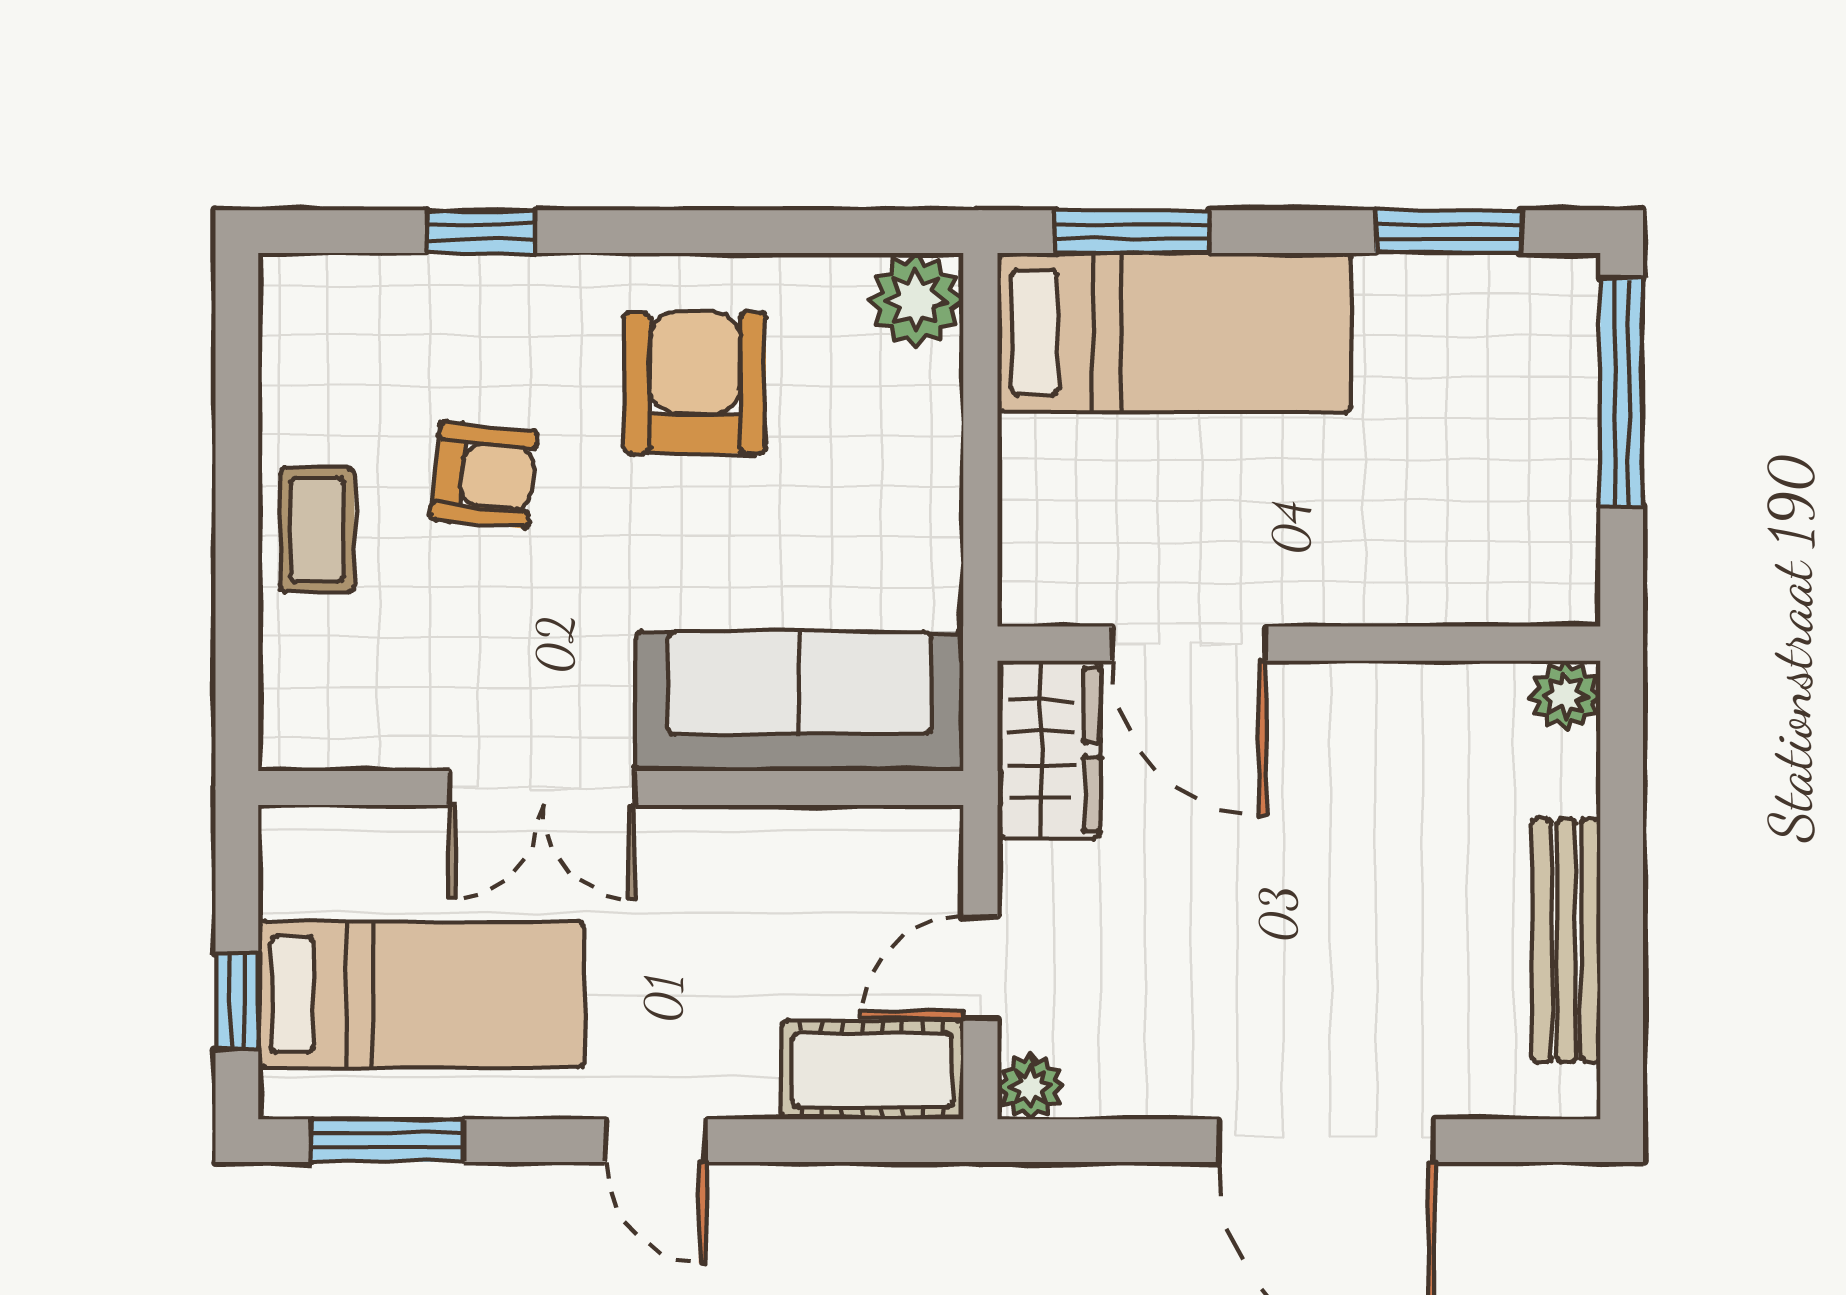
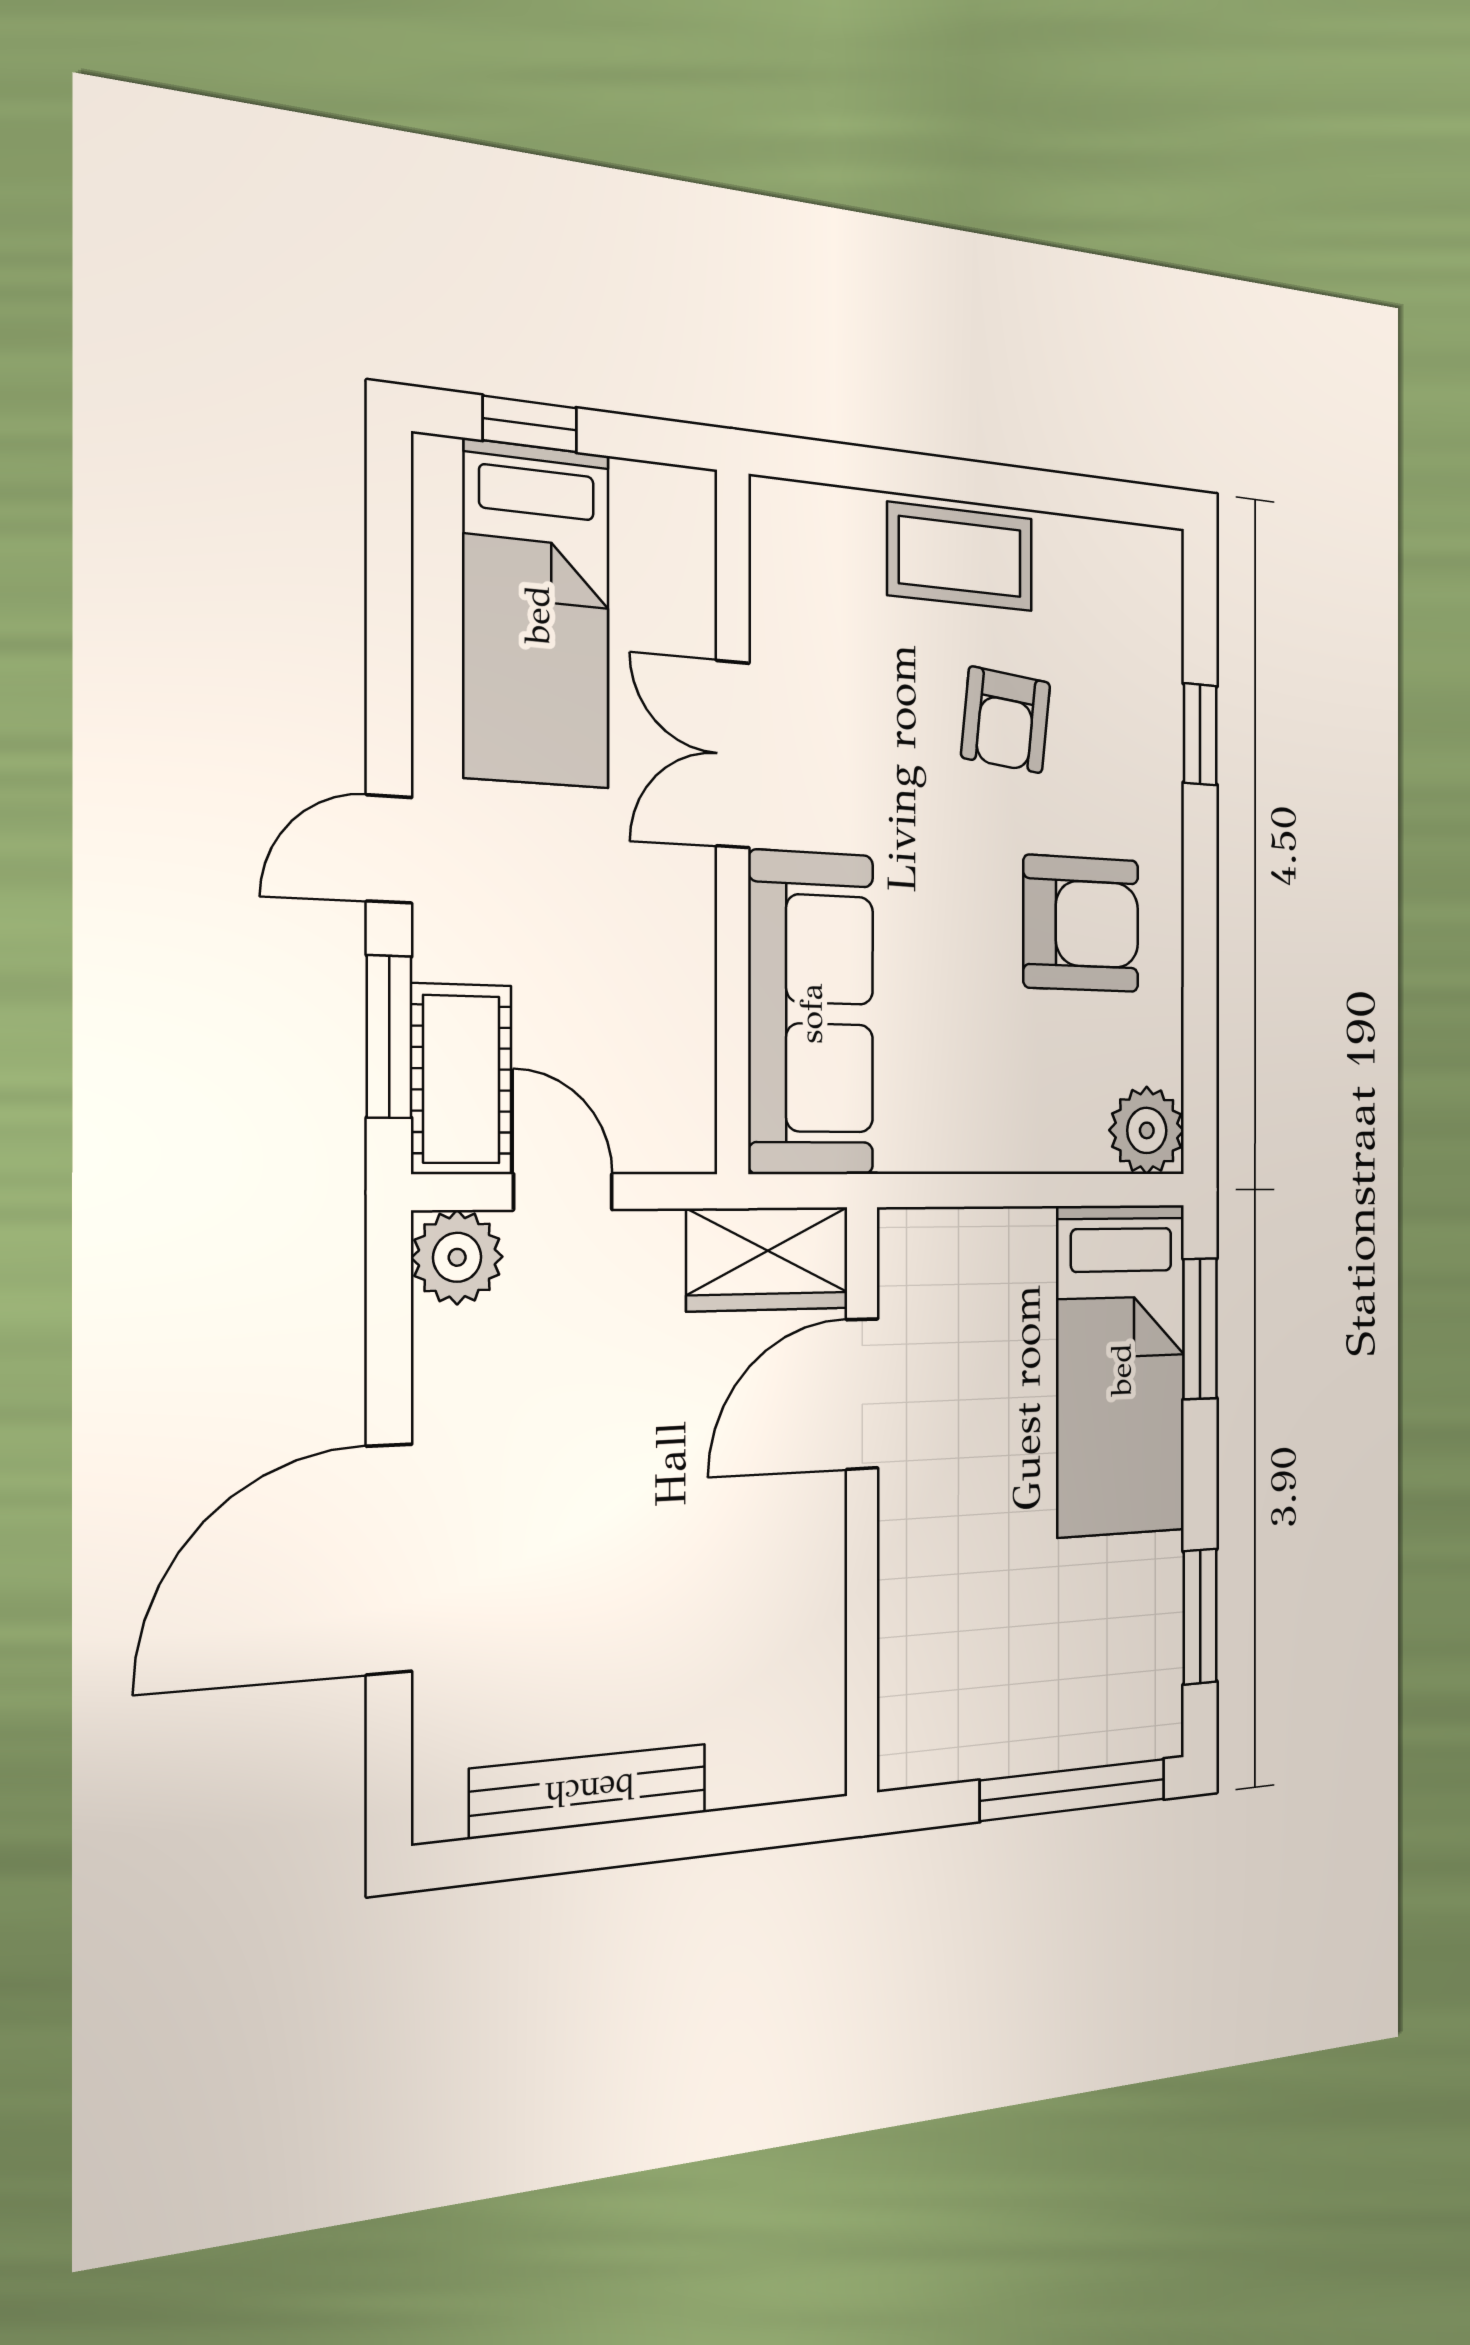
coffee table: (317, 530) -> (960, 557), width x1.36, depth x1.30
plant: (1565, 696) -> (816, 1765), removed
plant: (1030, 1086) -> (457, 1257), width x1.38, depth x1.38
window: (387, 1141) -> (389, 1037), moved

